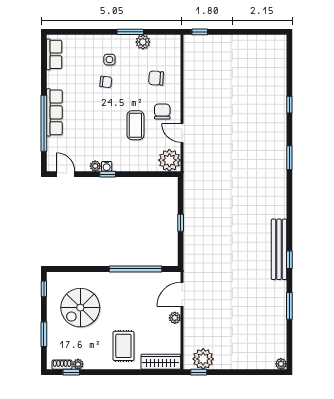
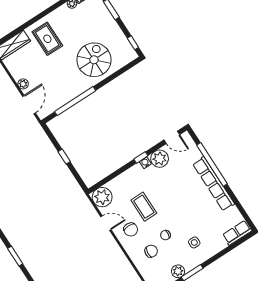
row of seats: (54, 54) -> (237, 233), moved, turned 90
chair: (106, 82) -> (165, 235), moved
row of seats: (54, 112) -> (214, 184), width x1.36
plant: (95, 166) -> (160, 159), width x1.88, depth x1.88
spiral stairs: (80, 308) -> (94, 60), moved

